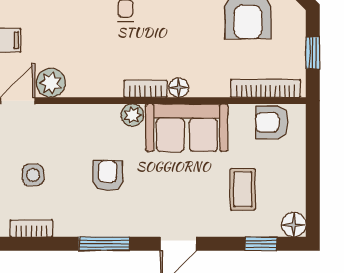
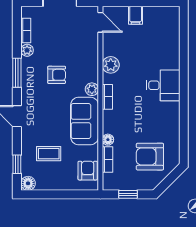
plant: (51, 83) -> (111, 65), moved
floor lamp: (179, 88) -> (108, 140), moved
bookcase: (265, 88) -> (107, 160), width x0.64
side table: (33, 175) -> (57, 31), removed
plant: (65, 226) -> (27, 50), added

